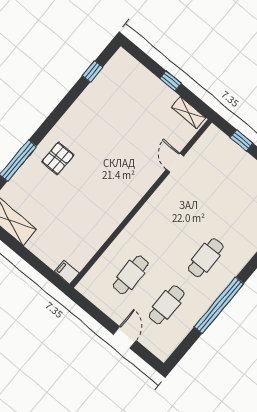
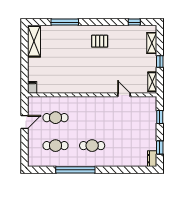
shelving: (138, 71) -> (152, 43), added
pallet: (58, 158) -> (100, 41), moved
door: (175, 163) -> (124, 95), hinge flipped
door: (125, 337) -> (25, 122), moved

